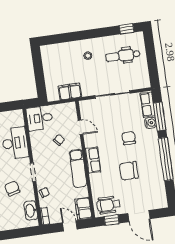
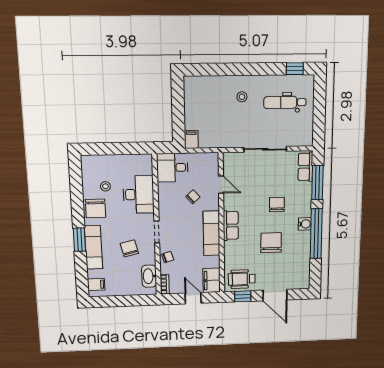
filing cabinet: (70, 91) -> (191, 140), moved, width x0.50
water cooler: (151, 123) -> (305, 224), moved
chair: (129, 171) -> (271, 243), turned 90

